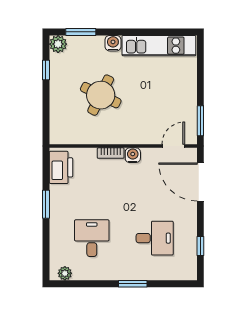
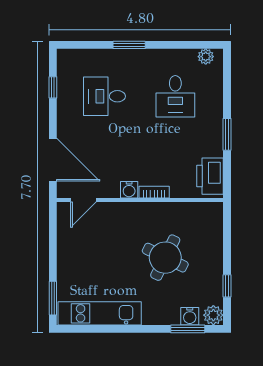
water cooler: (113, 43) -> (190, 316), moved
window: (200, 121) -> (53, 298), moved

